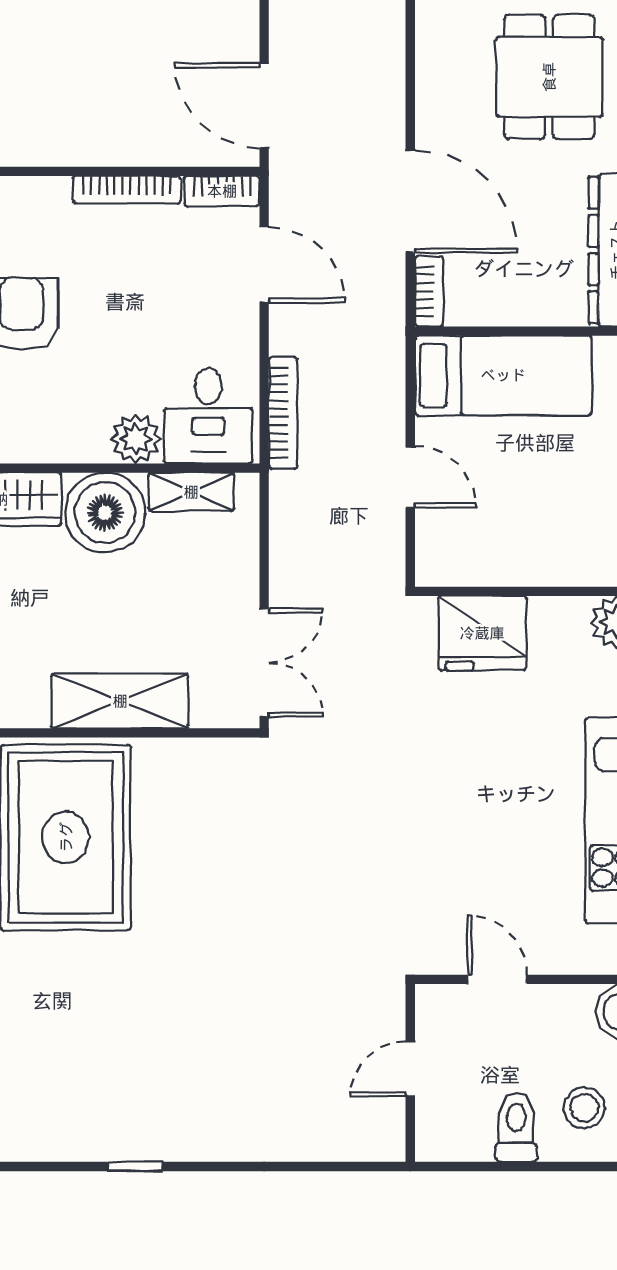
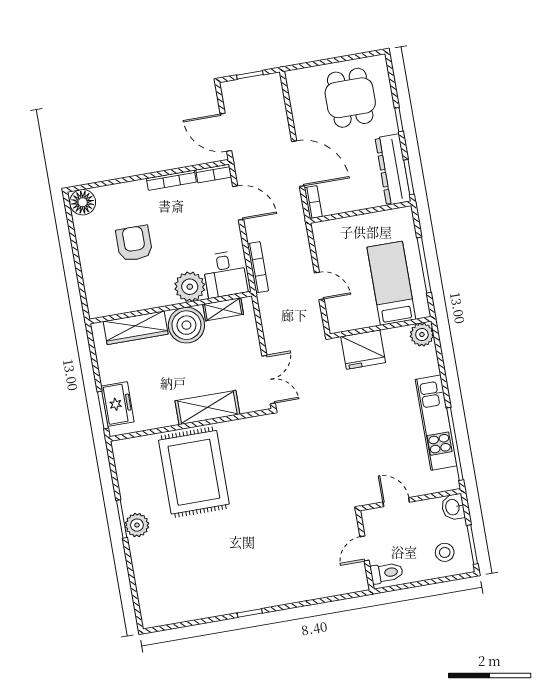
bed: (503, 375) -> (391, 283), moved, turned -90
plant: (136, 439) -> (190, 287), width x1.36, depth x1.36
toilet: (516, 1127) -> (387, 573), moved, turned 90

